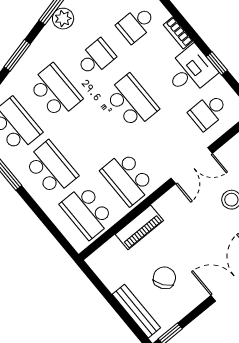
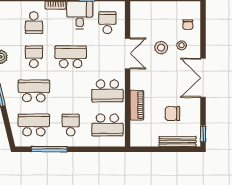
school desk: (208, 111) -> (107, 23), turned 180
school desk: (51, 168) -> (71, 125), width x0.54
chair: (164, 278) -> (173, 114), turned -54

